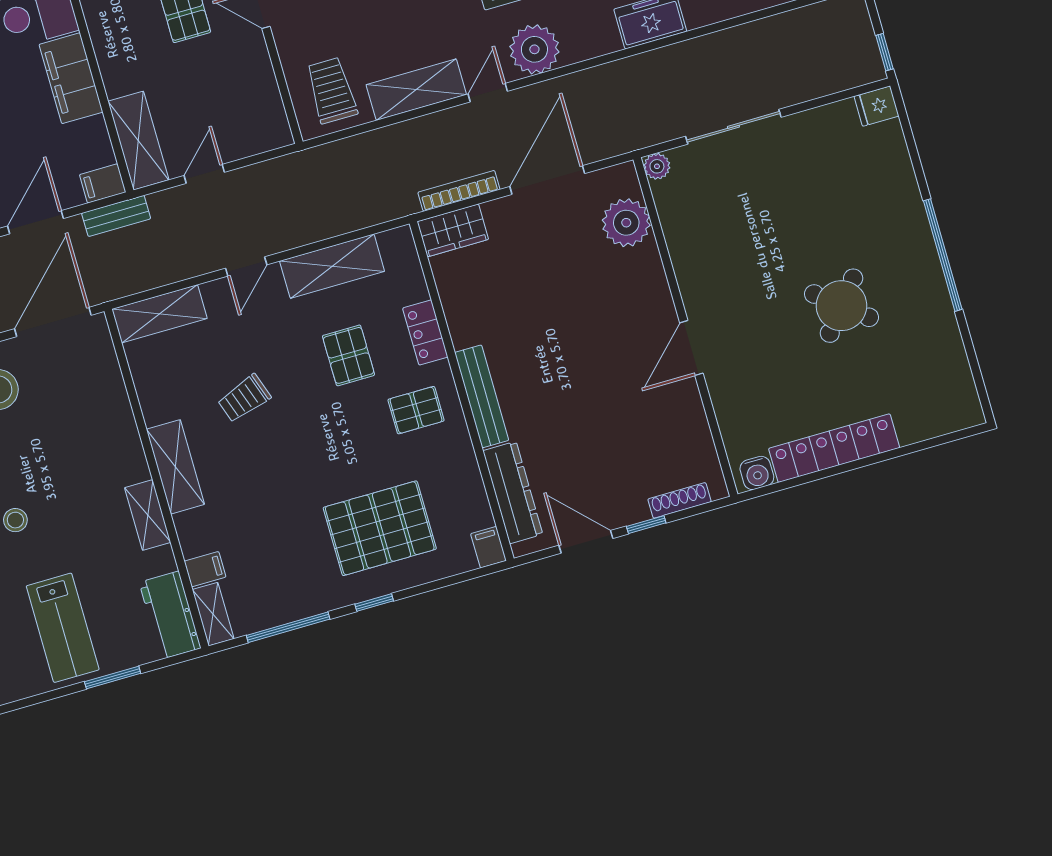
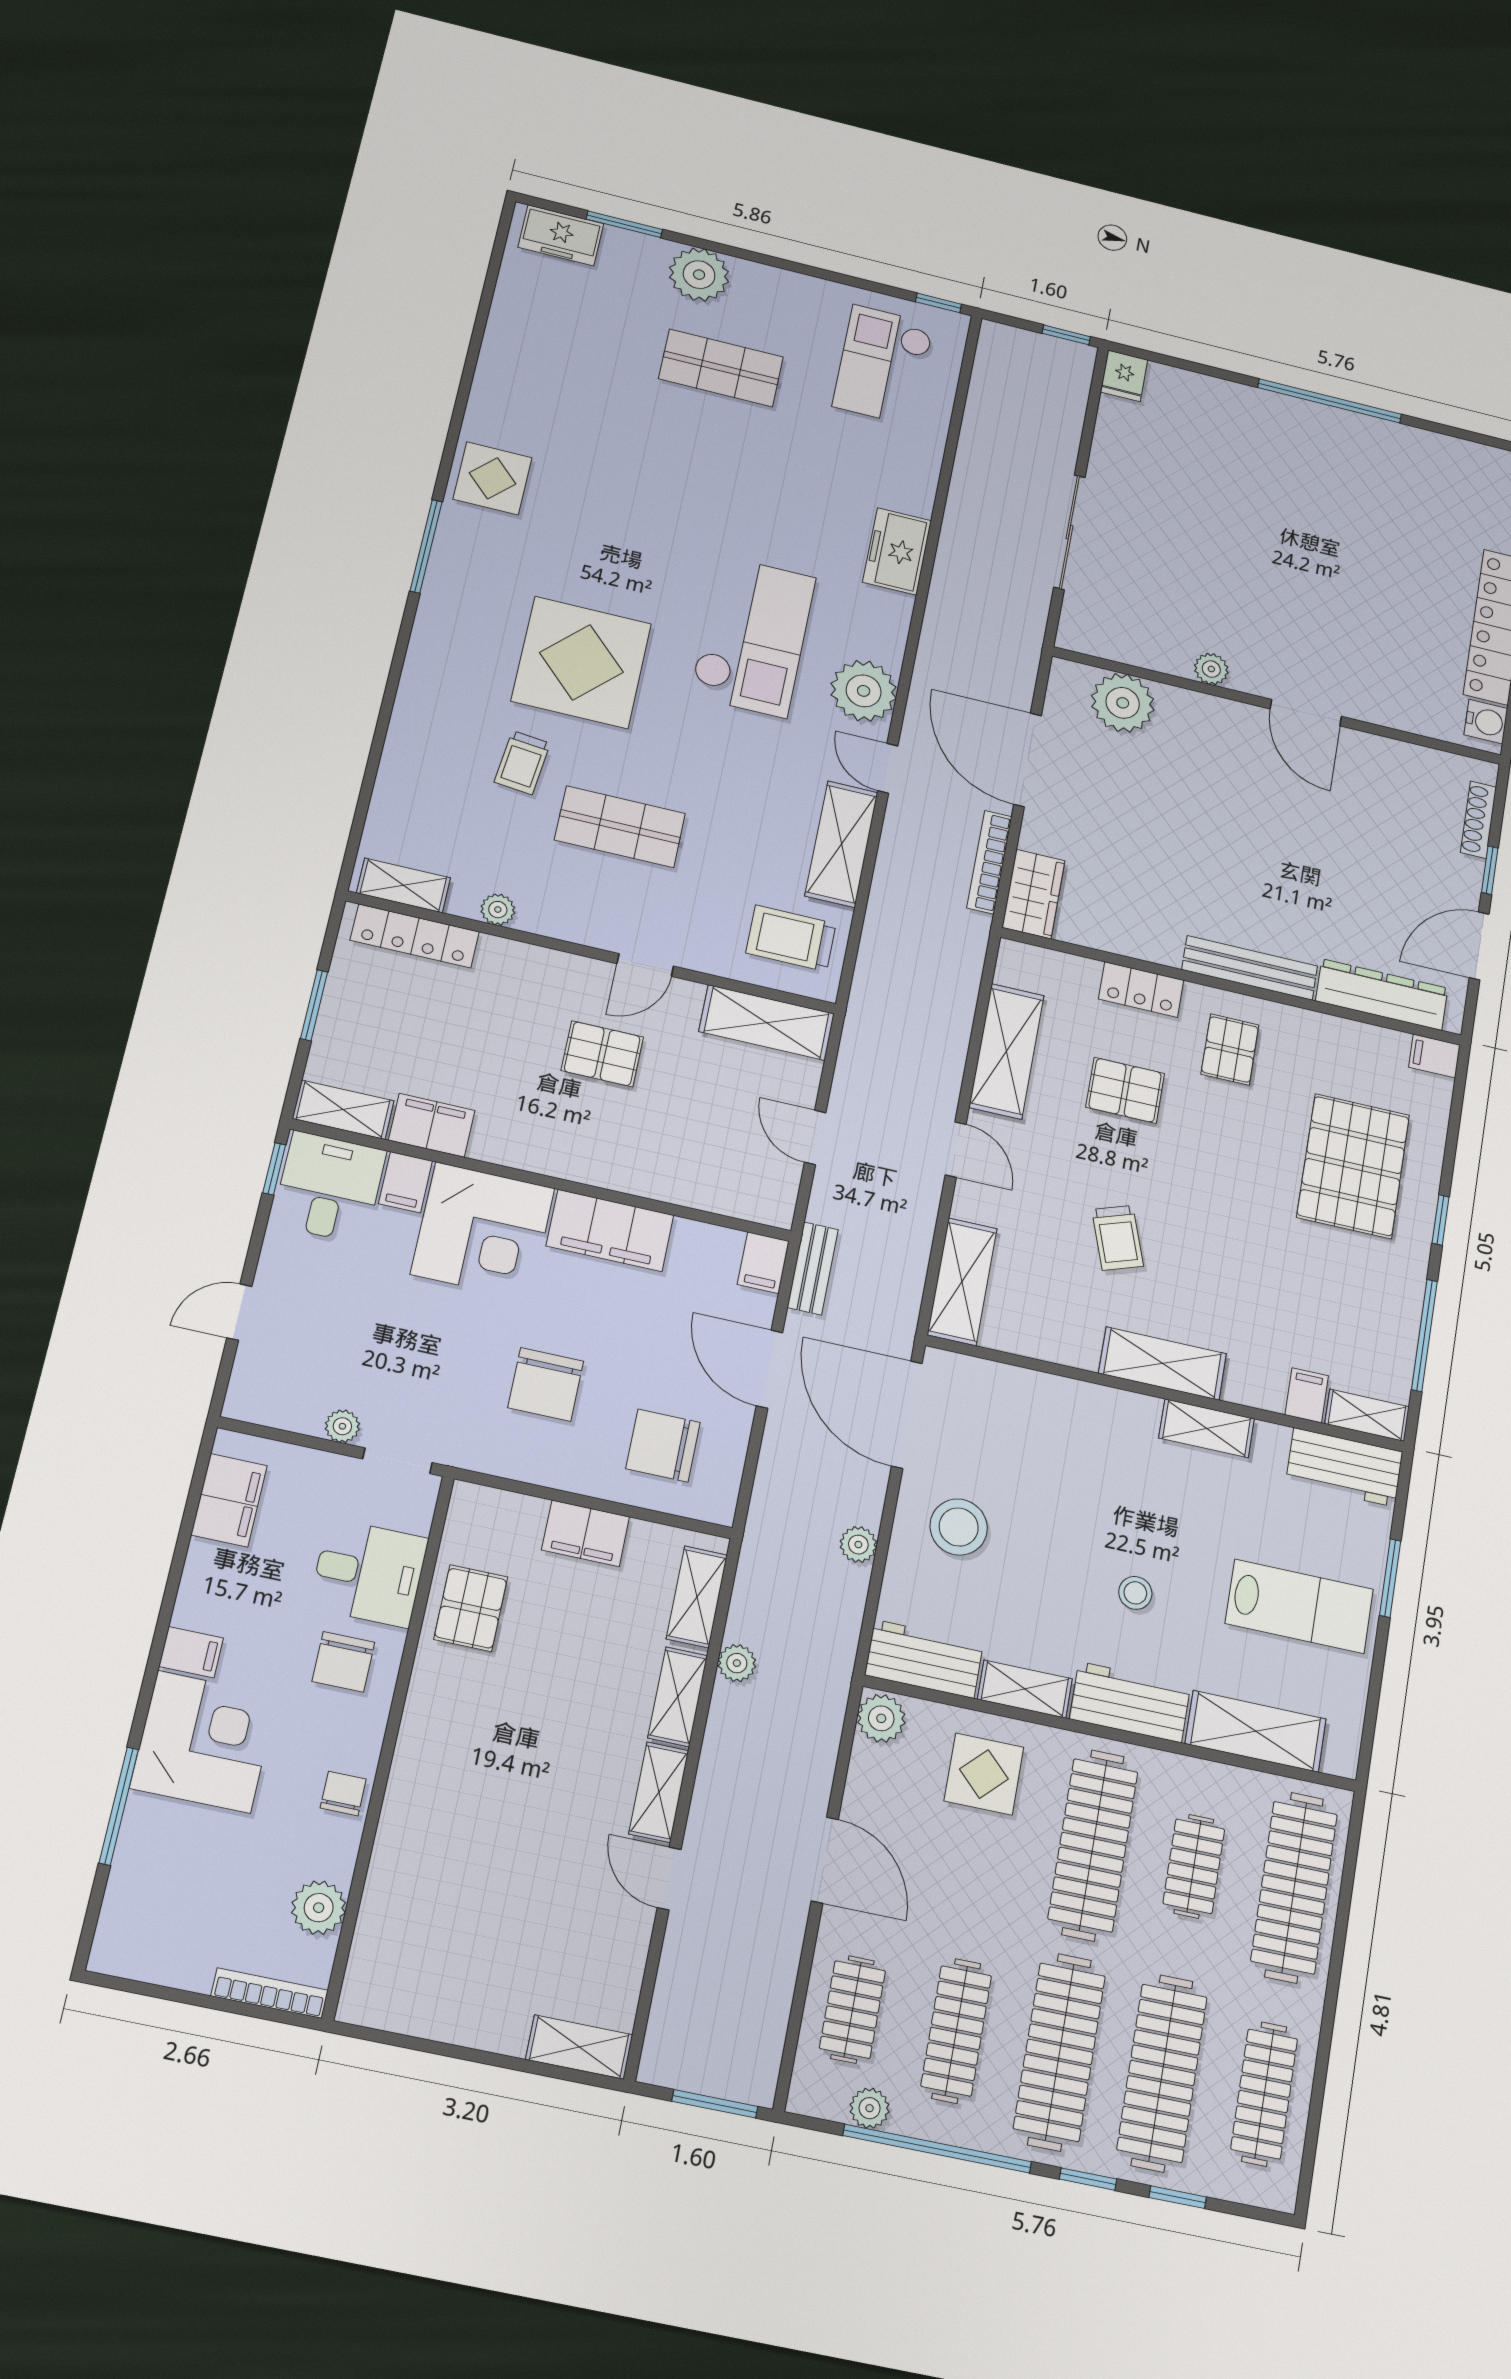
shelving: (138, 141) -> (767, 1023), moved
plant: (657, 166) -> (1211, 669), moved
round table: (841, 306) -> (1335, 532), removed

